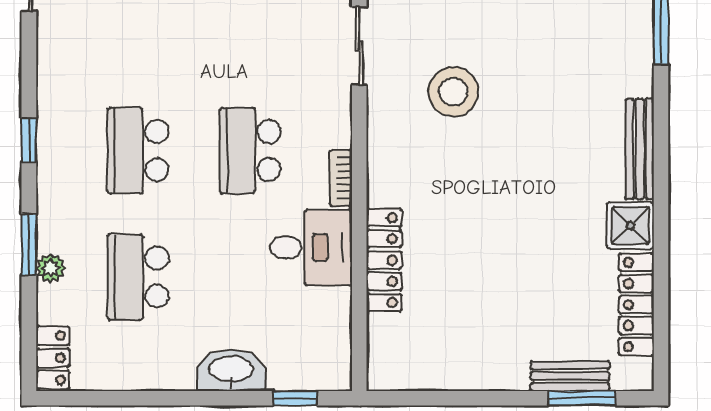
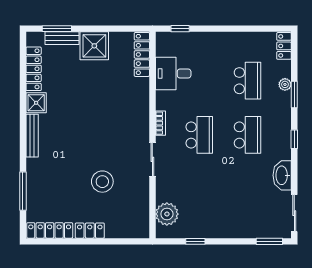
sliding door: (359, 46) -> (152, 159), moved
stool: (453, 92) -> (102, 182), moved
desk: (311, 247) -> (173, 73), moved
locker: (384, 260) -> (142, 54), moved
shower: (495, 358) -> (94, 46), added
washbasin: (231, 370) -> (282, 175), moved, turned 90

